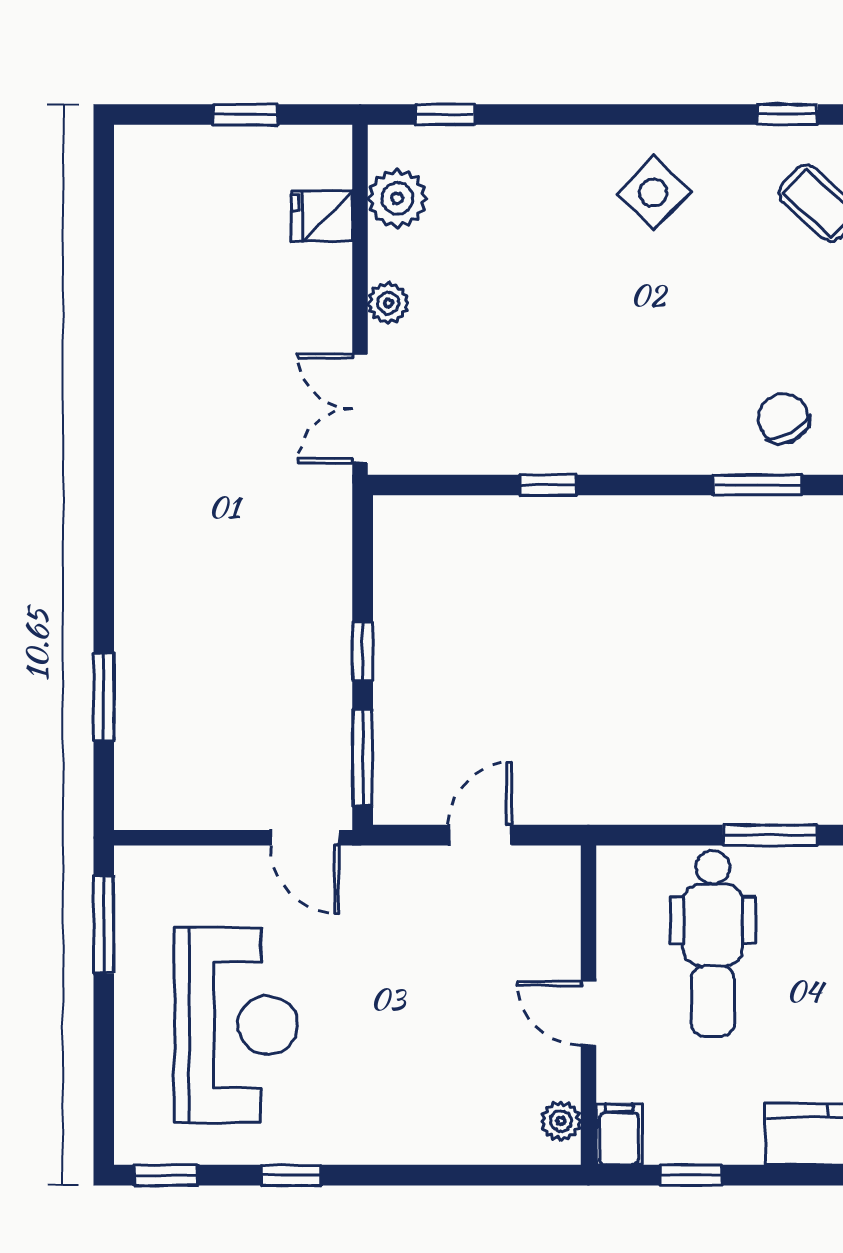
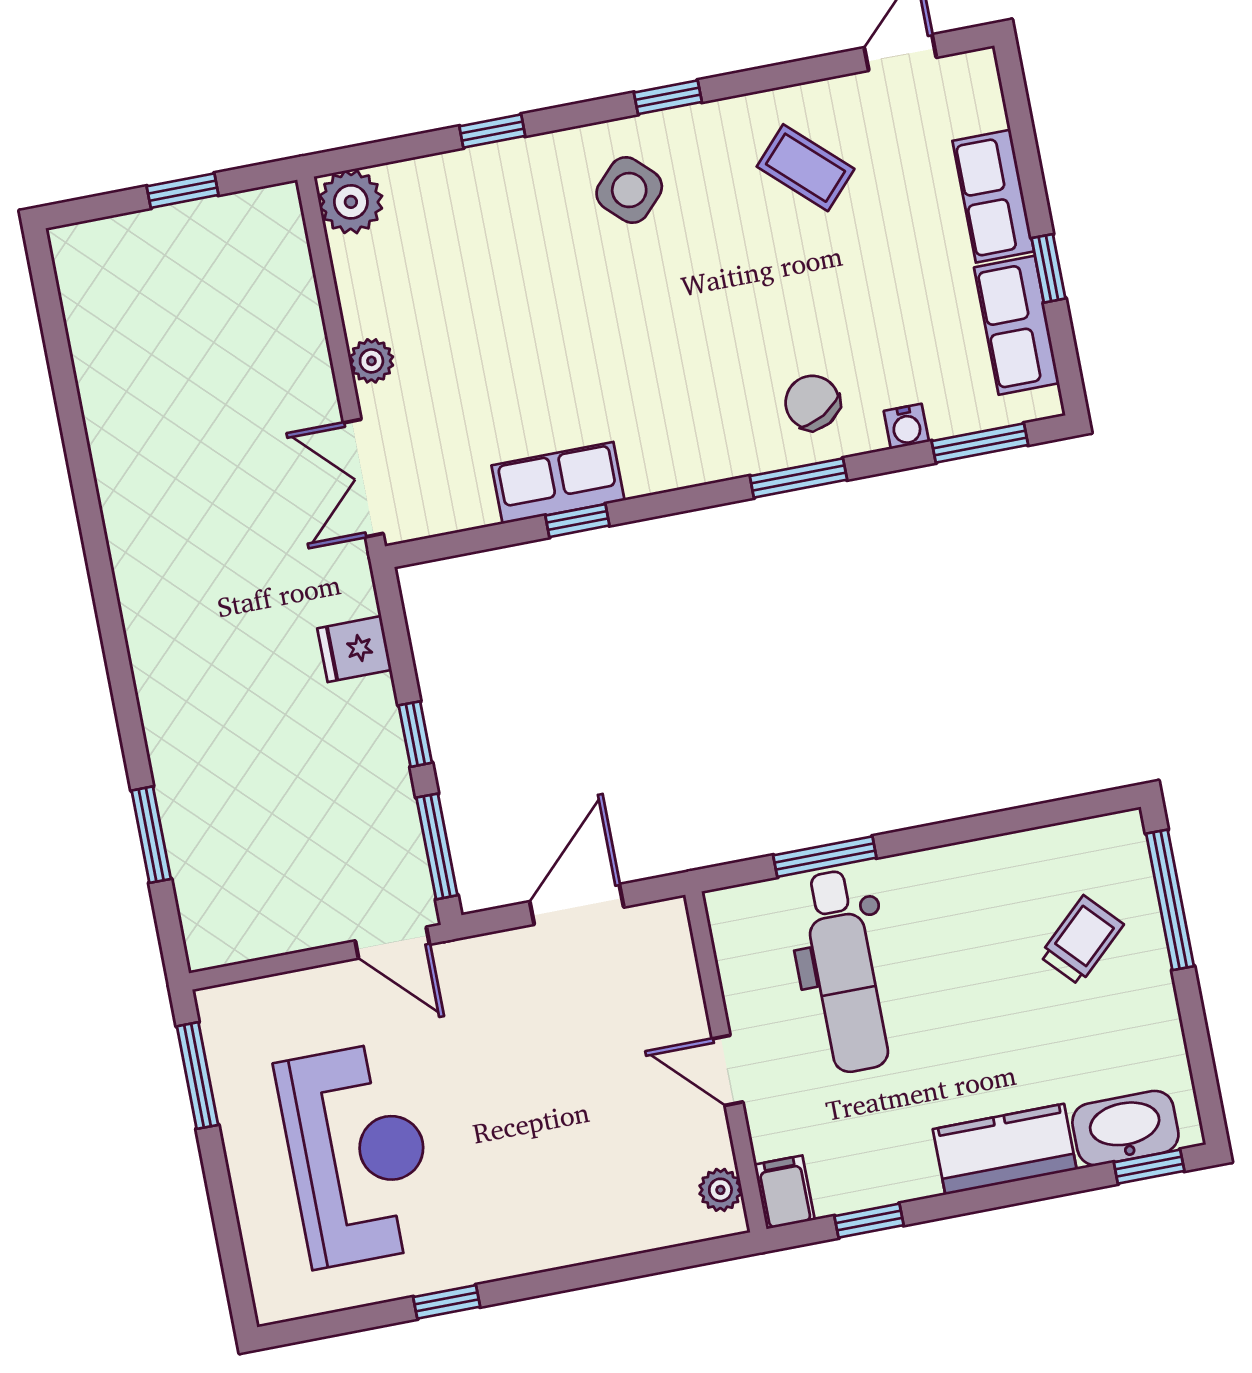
window: (445, 114) -> (492, 131), moved
window: (787, 114) -> (668, 97), moved
plant: (397, 198) -> (351, 202), moved
fridge: (322, 216) -> (355, 649), moved
row of seats: (537, 447) -> (558, 483), added
door: (480, 835) -> (577, 904), width x1.38
window: (770, 835) -> (825, 857), moved
window: (166, 1175) -> (314, 1327), removed

